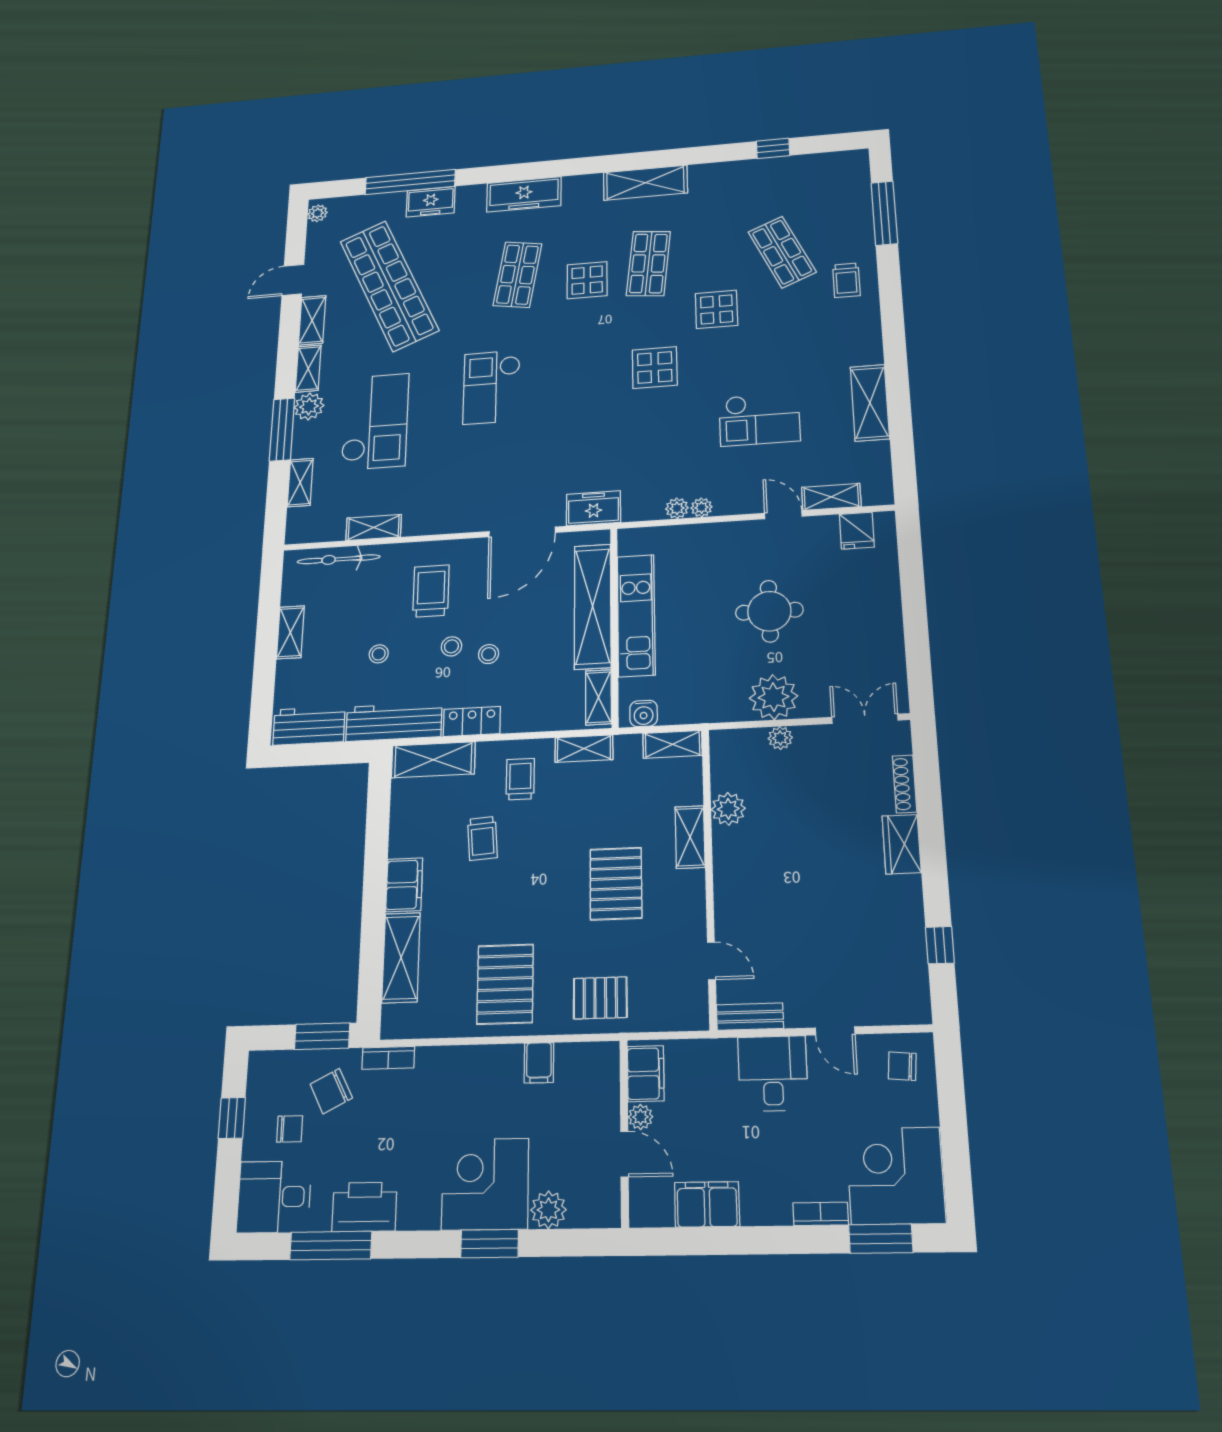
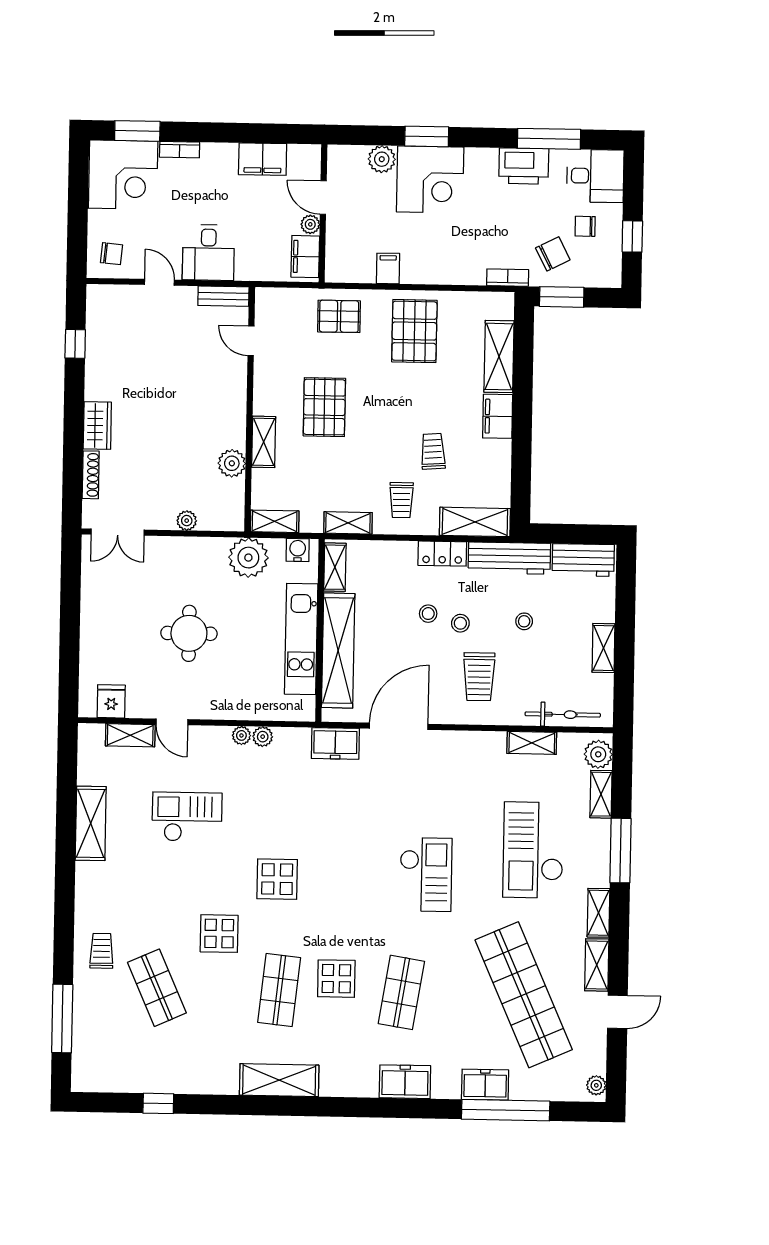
freezer: (524, 194) -> (405, 1082), width x0.71
plant: (309, 406) -> (598, 754), moved
plant: (774, 697) -> (248, 558), moved

